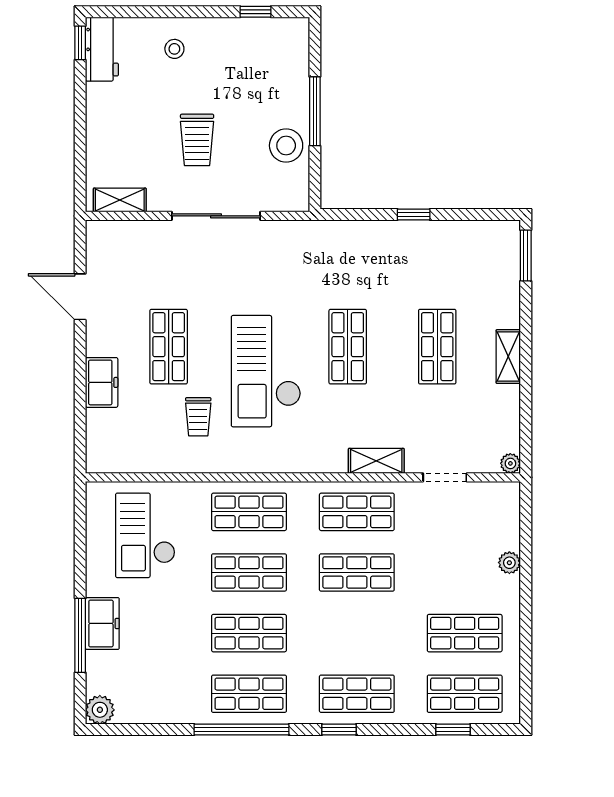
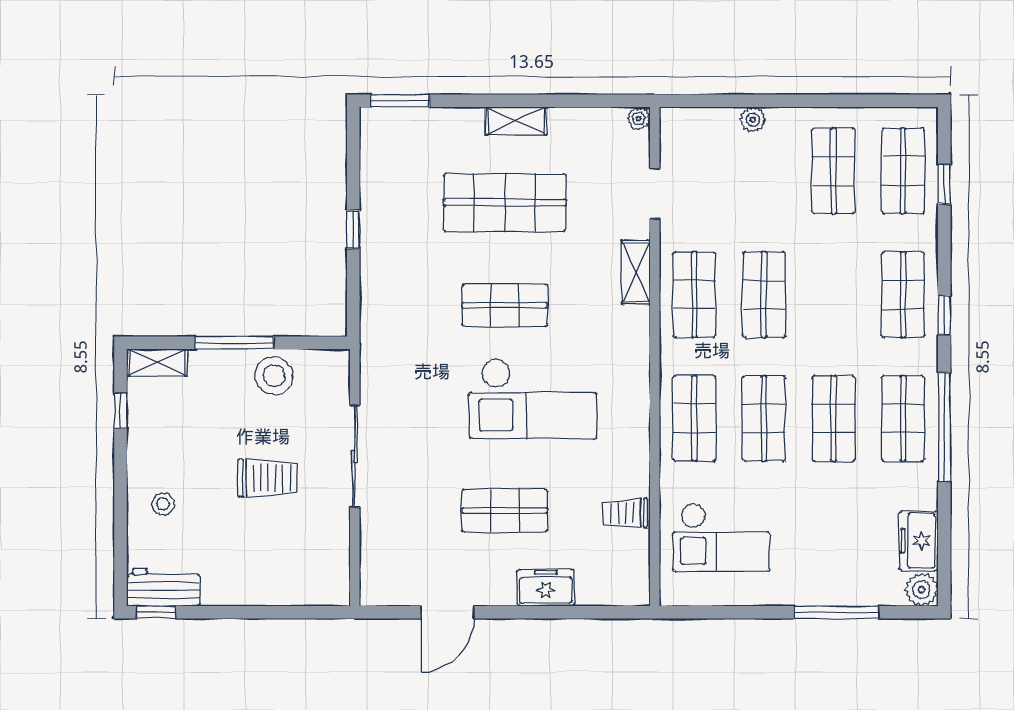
shelving: (120, 200) -> (157, 363), moved, turned 90
shop shelf: (437, 347) -> (505, 202), width x1.43, depth x1.36
trolley: (198, 417) -> (625, 513), moved, turned 180
freezer: (102, 623) -> (919, 541), moved, turned -90

